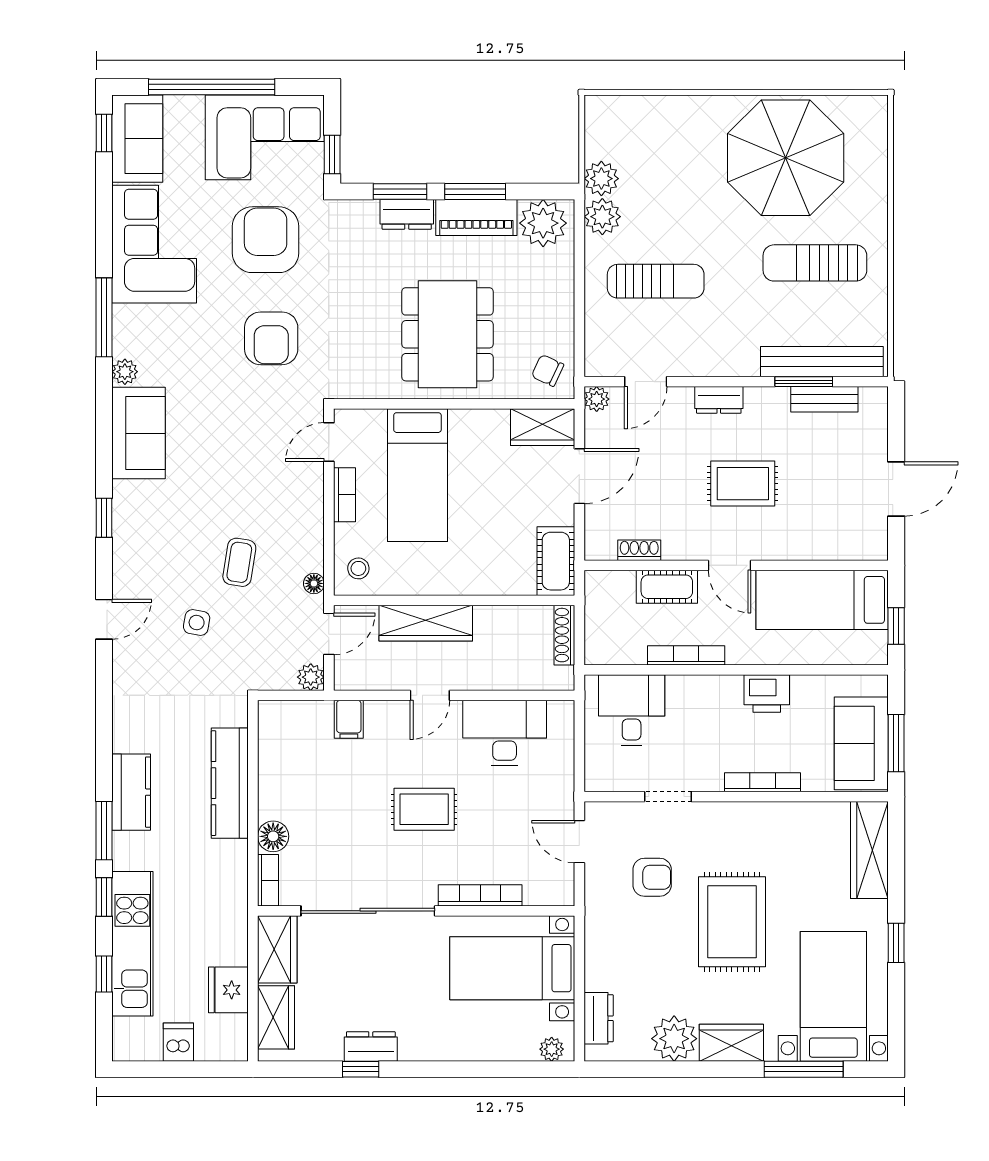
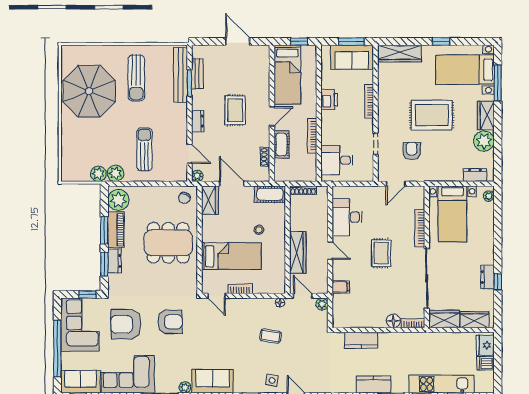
stool: (358, 568) -> (259, 230), moved
side table: (197, 623) -> (272, 380), moved
kitchen counter: (230, 783) -> (361, 340), width x0.67
fridge: (228, 990) -> (485, 345), moved, turned 90

